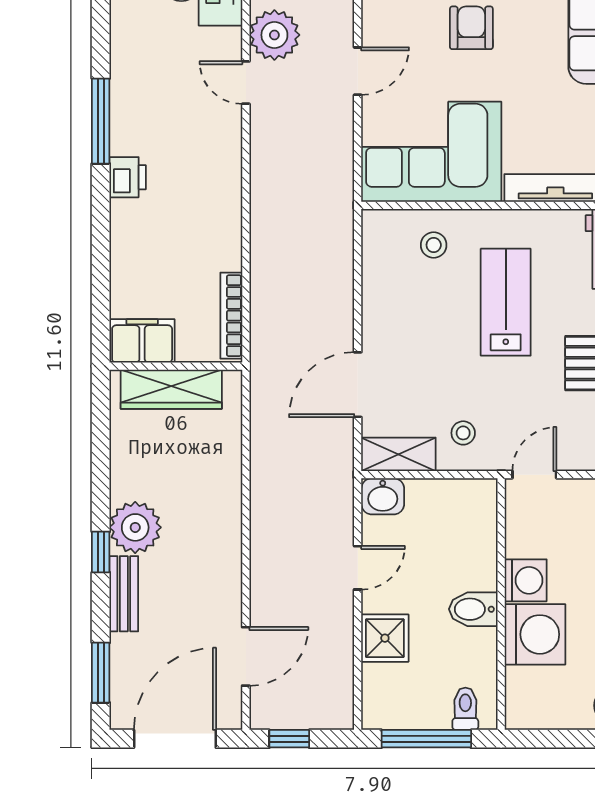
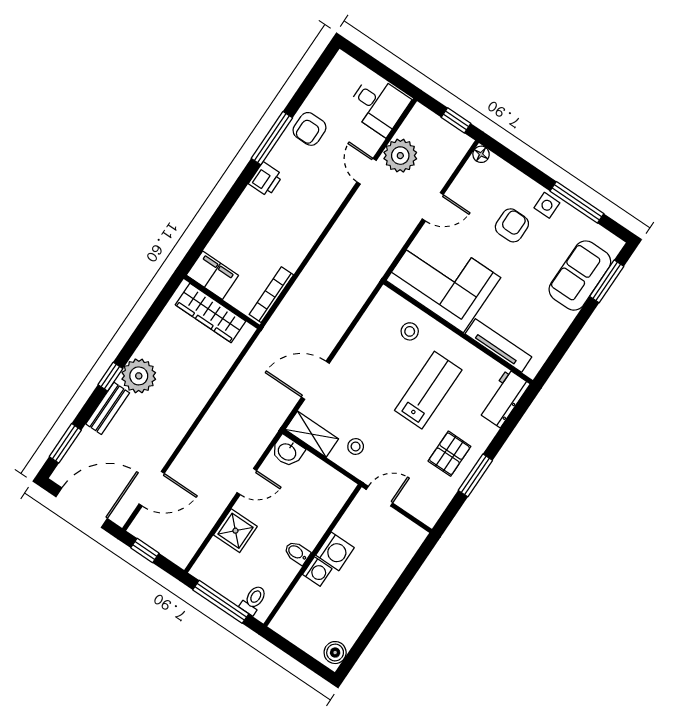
armchair: (140, 78) -> (309, 129), added
bidet: (473, 609) -> (297, 553), width x0.72, depth x0.74
washing machine: (535, 634) -> (317, 572), width x0.53, depth x0.53

